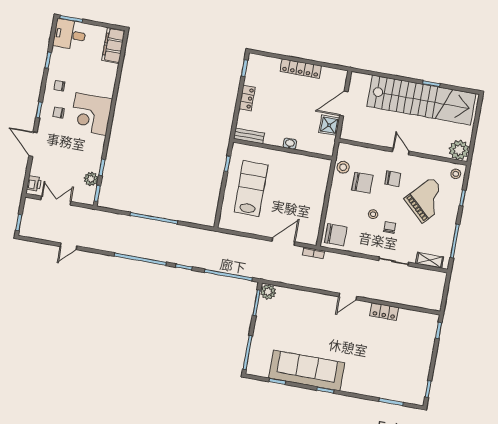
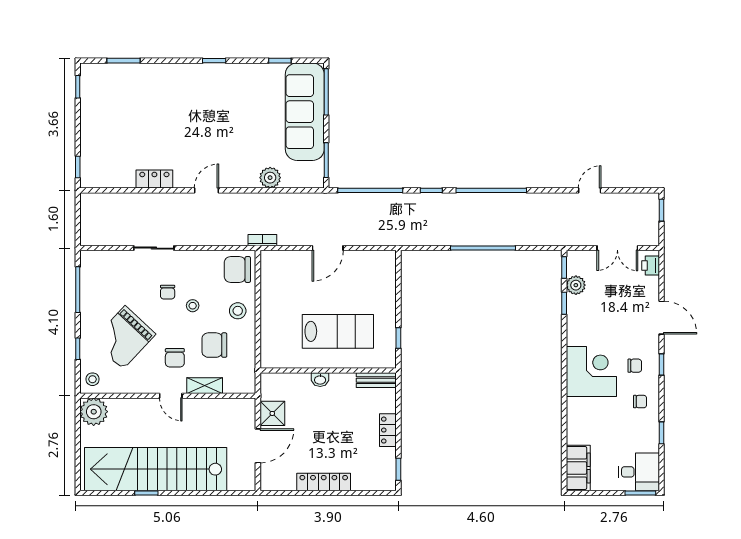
stool: (343, 167) -> (238, 311), moved
chair: (393, 179) -> (175, 358), turned -90
lab bench: (251, 188) -> (338, 331), moved, turned -90
door: (283, 242) -> (328, 248), moved
shelving: (430, 260) -> (205, 386), moved
plant: (268, 292) -> (270, 178), moved
sofa: (307, 370) -> (305, 112), moved, turned 90

